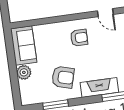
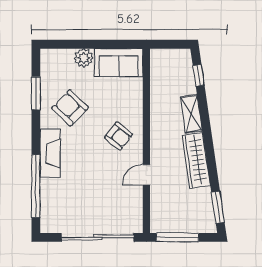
armchair: (79, 38) -> (118, 136), turned -52
armchair: (63, 77) -> (70, 108), turned 118

